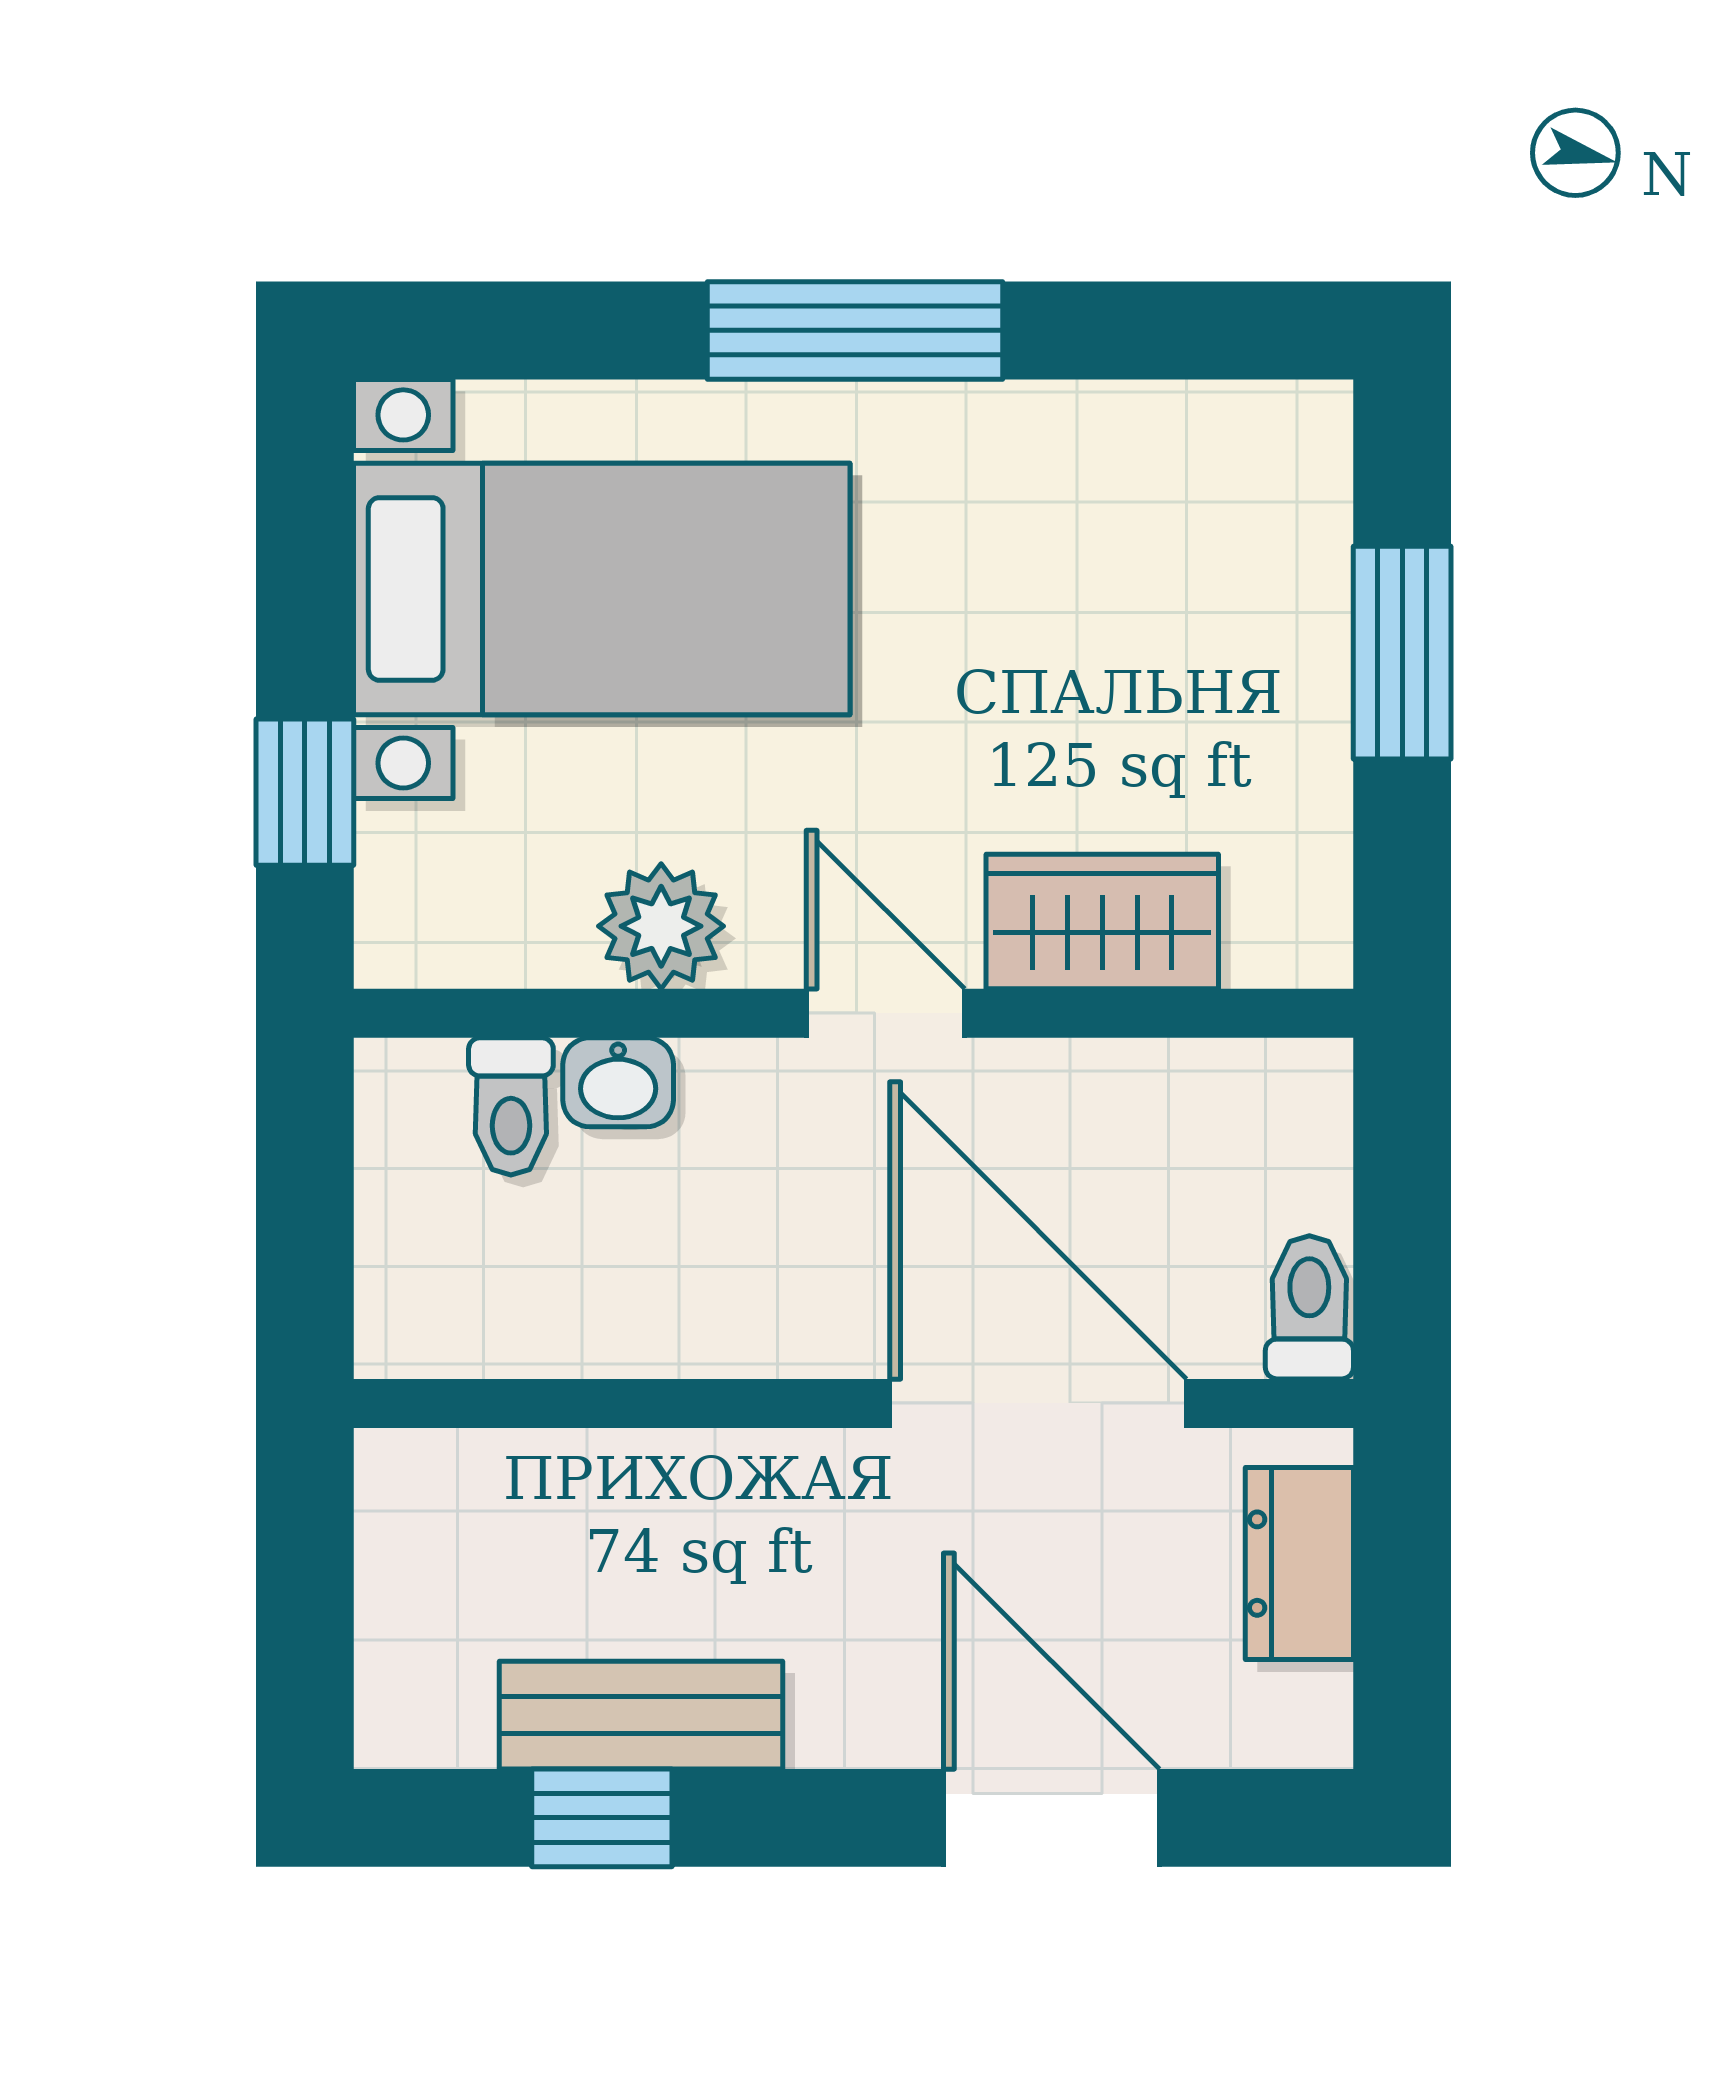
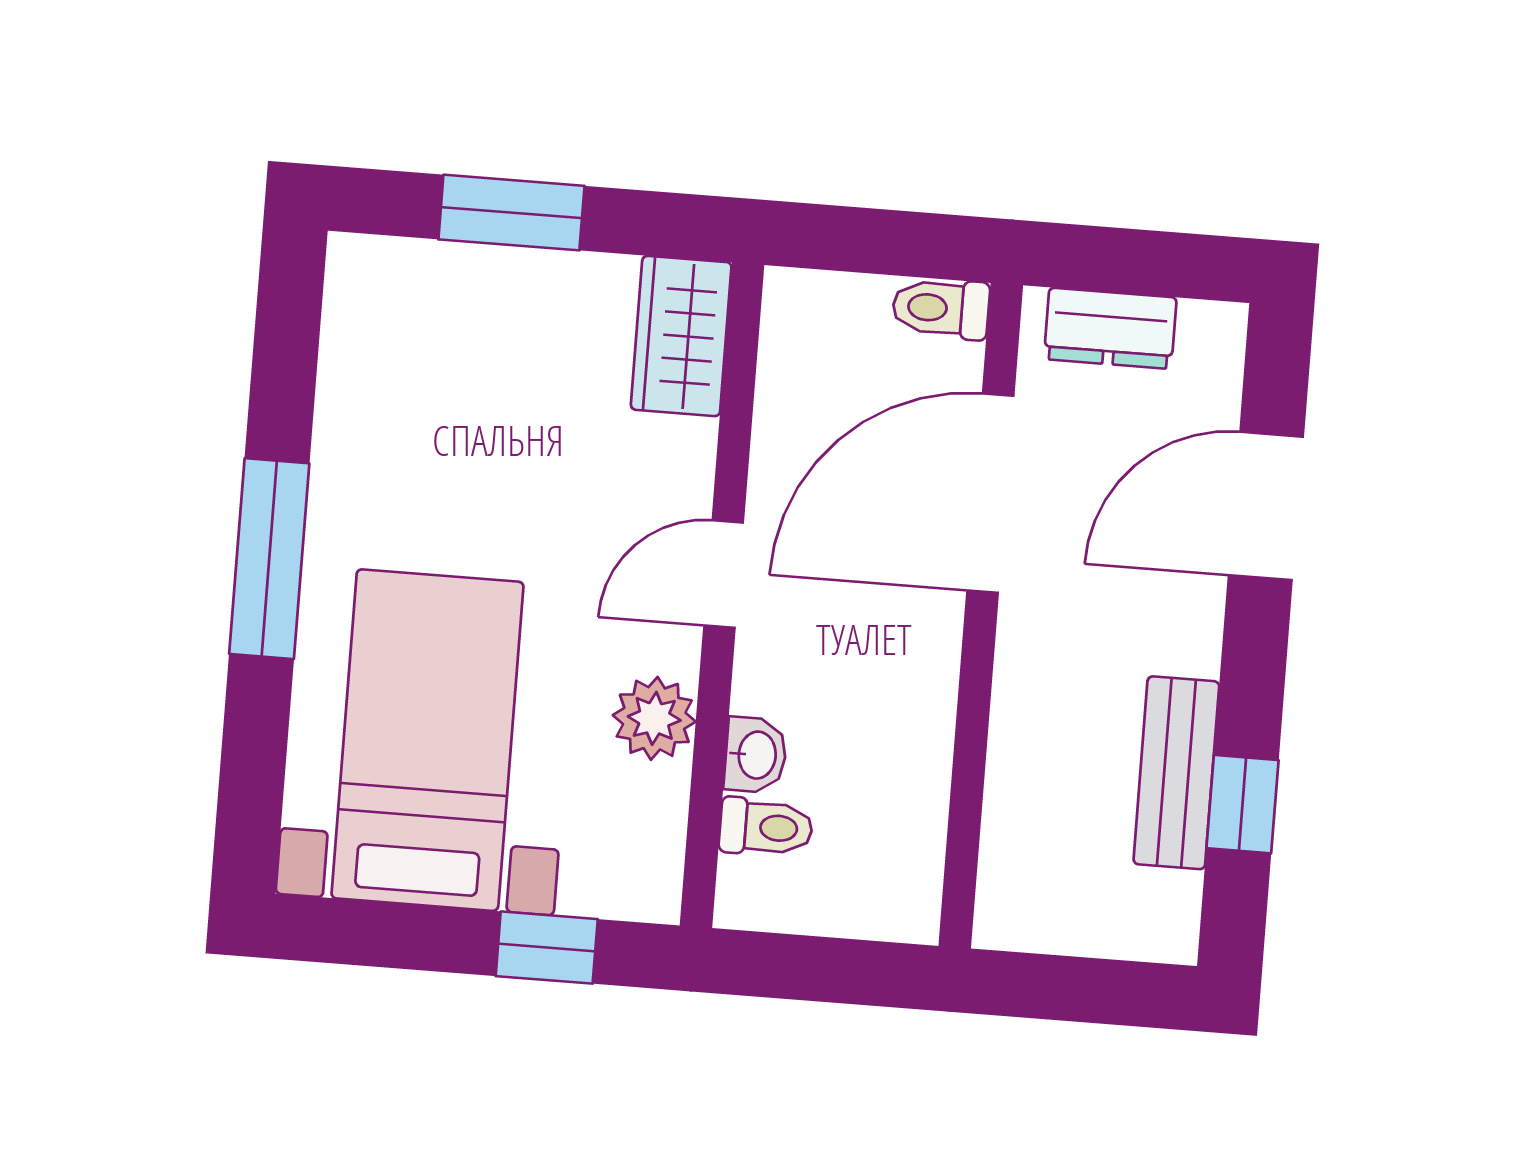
wardrobe: (1102, 922) -> (681, 336), moved

